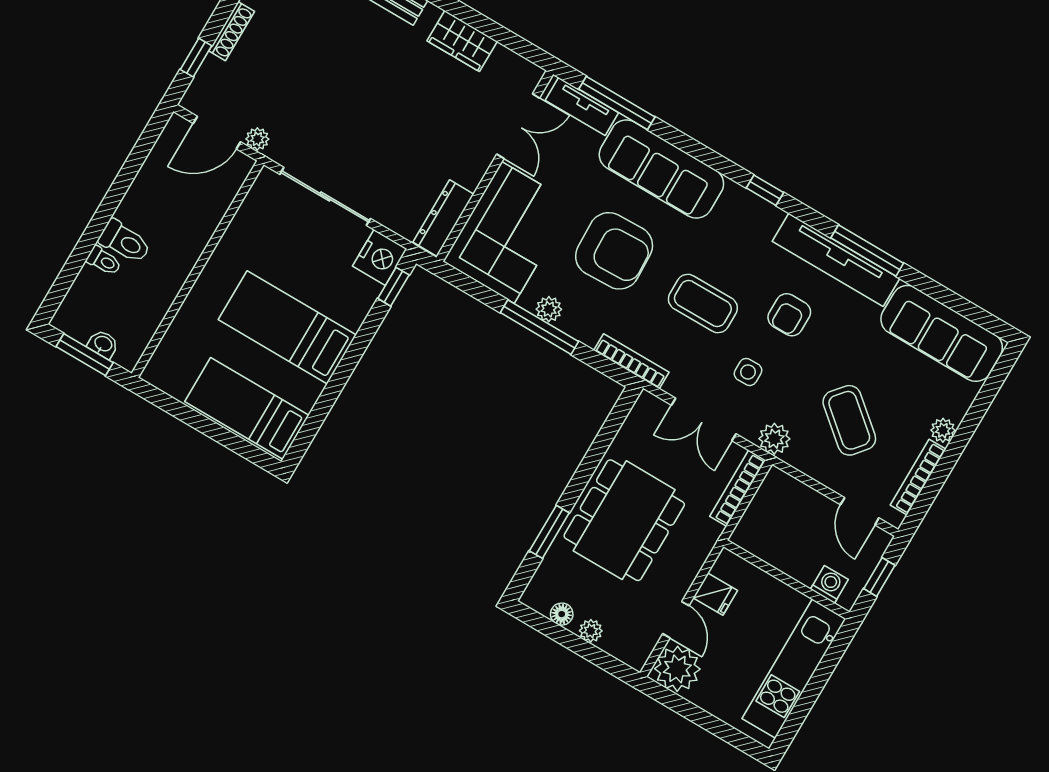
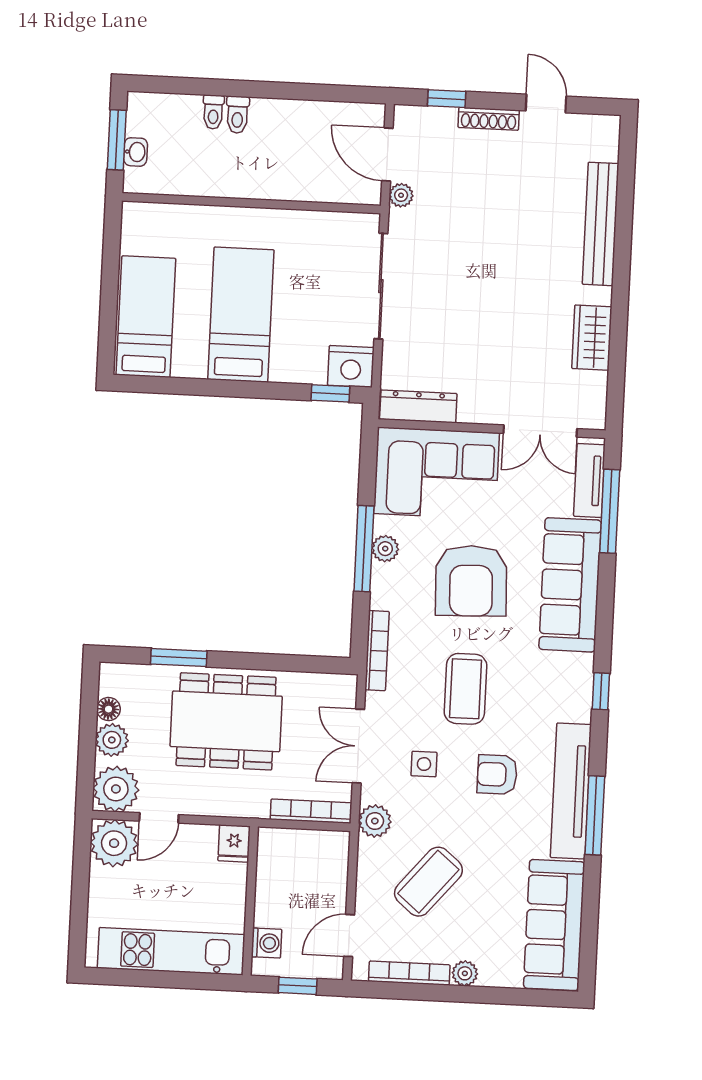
toilet: (125, 242) -> (237, 115), width x0.73, depth x0.72
fridge: (715, 594) -> (234, 843), moved
plant: (591, 631) -> (112, 740), width x1.38, depth x1.38
plant: (632, 643) -> (116, 789), added

